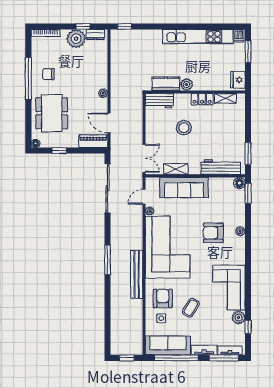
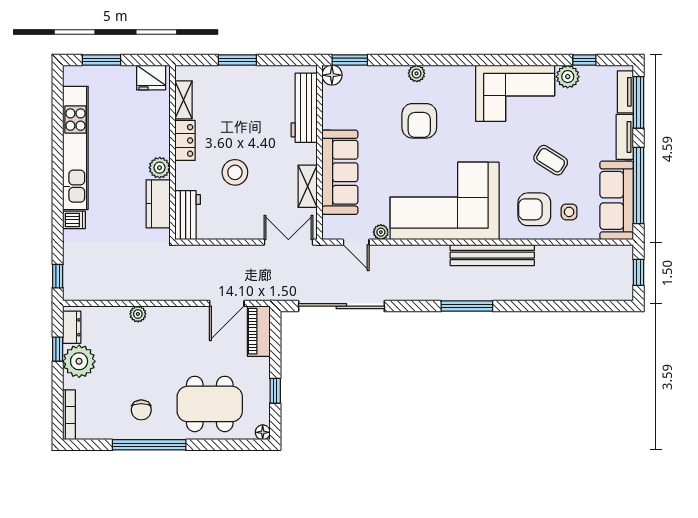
dishwasher: (239, 36) -> (74, 220), moved
plant: (103, 93) -> (138, 314), moved
window: (248, 153) -> (237, 60), moved

